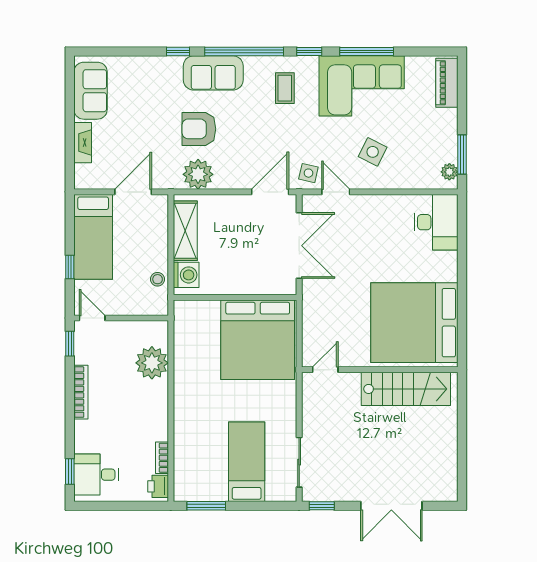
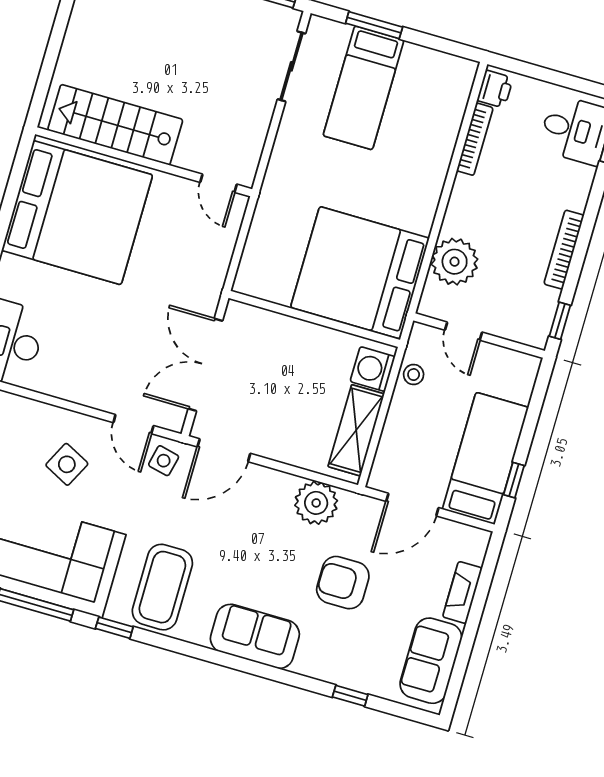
window: (178, 52) -> (350, 696), moved
window: (244, 52) -> (204, 654), removed
coffee table: (285, 88) -> (162, 587), width x1.86, depth x1.72
armchair: (199, 129) -> (343, 583), moved, turned 180
window: (70, 267) -> (514, 480), moved
door: (92, 318) -> (464, 331), moved
bed: (258, 340) -> (360, 273), moved, turned -90
door: (325, 370) -> (218, 183), hinge flipped
bookcase: (162, 458) -> (475, 139), width x1.56
window: (206, 506) -> (374, 25), moved

